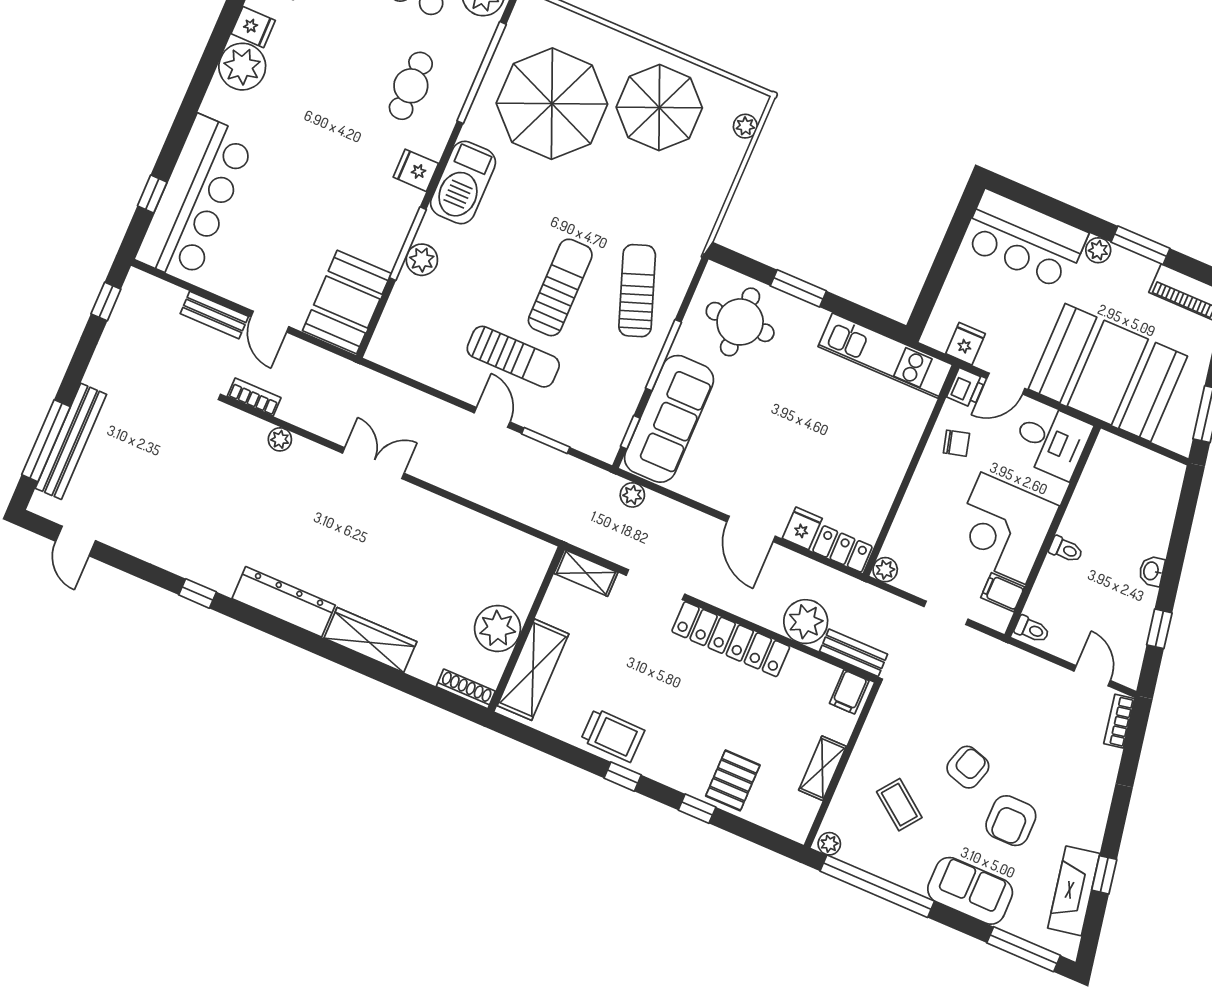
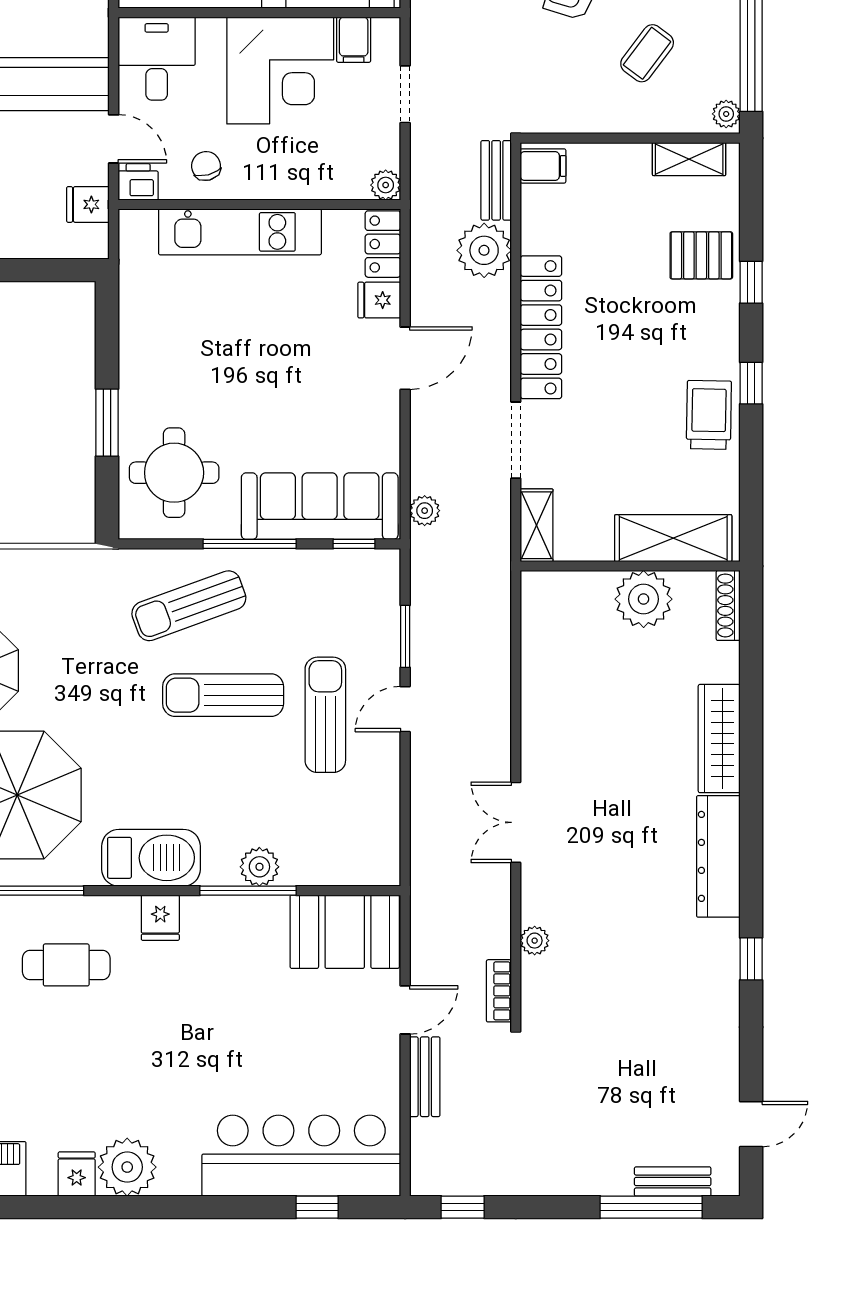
kitchen unit: (885, 356) -> (240, 232), moved, turned 90
bench: (71, 441) -> (673, 1182), width x0.54, depth x0.82
shelving: (822, 768) -> (689, 159), moved

